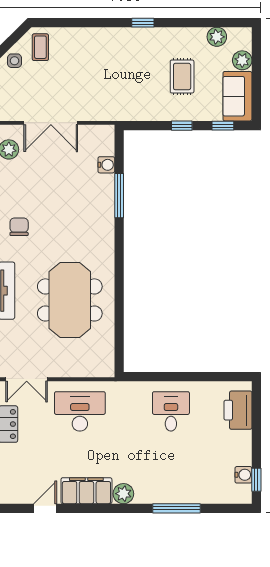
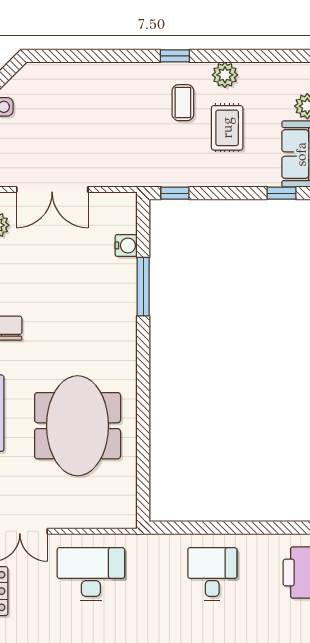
plant: (217, 37) -> (225, 75), moved
coffee table: (40, 47) -> (183, 103), moved
window: (182, 126) -> (175, 193), moved

